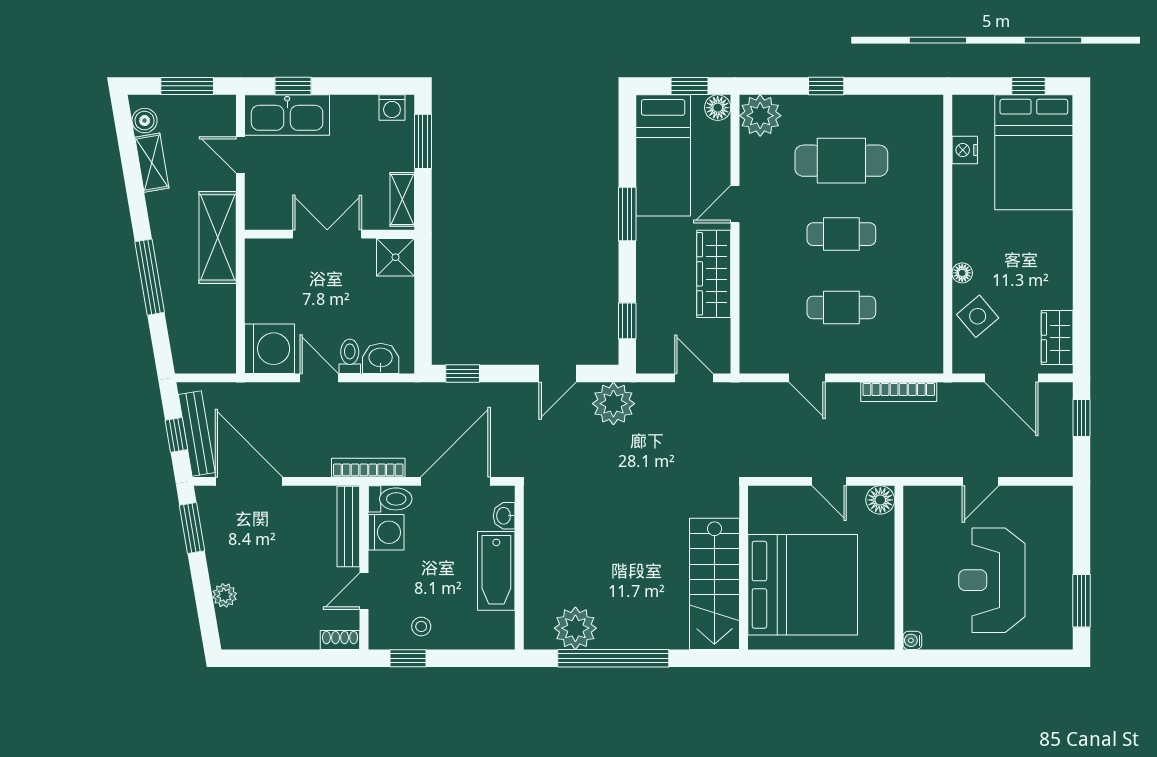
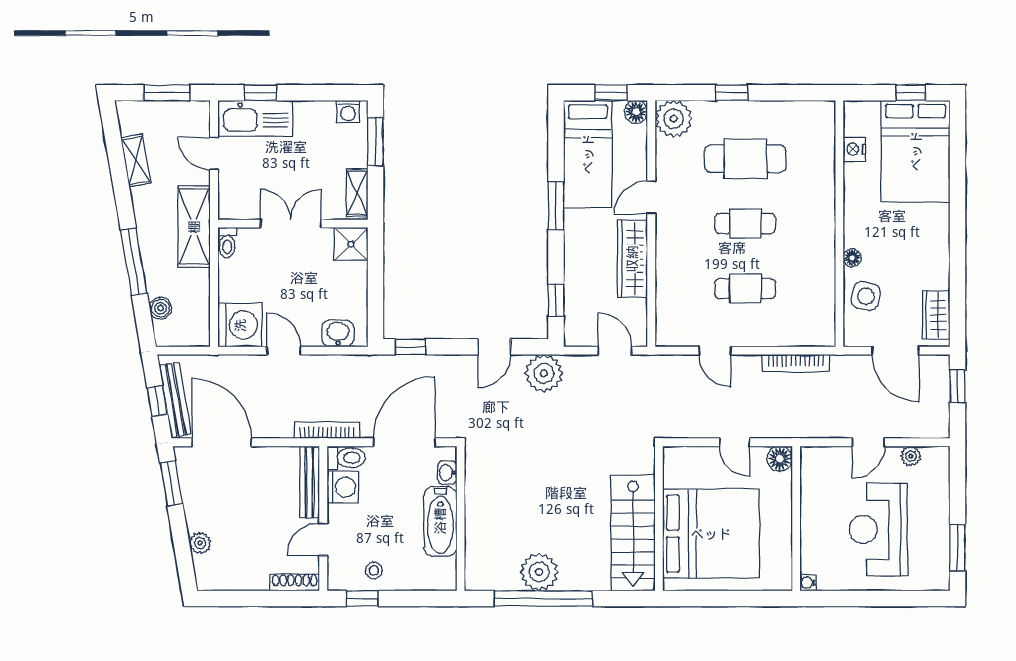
boiler: (145, 121) -> (161, 308), moved
side table: (978, 316) -> (866, 296), turned -37
toilet: (350, 356) -> (227, 243), moved, turned 180
plant: (1029, 497) -> (911, 456), added
plant: (575, 628) -> (539, 572), moved
shoe rack: (340, 640) -> (295, 582), width x1.43

